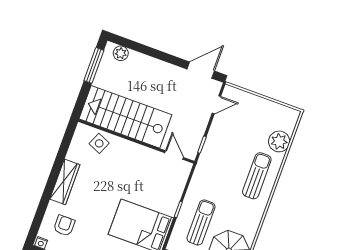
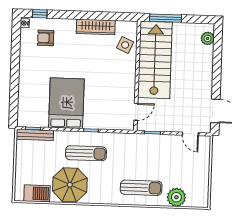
window: (94, 65) -> (165, 18), moved
wardrobe: (65, 182) -> (96, 27), moved
window: (36, 224) -> (40, 14), added
armchair: (64, 226) -> (46, 38), turned 180

